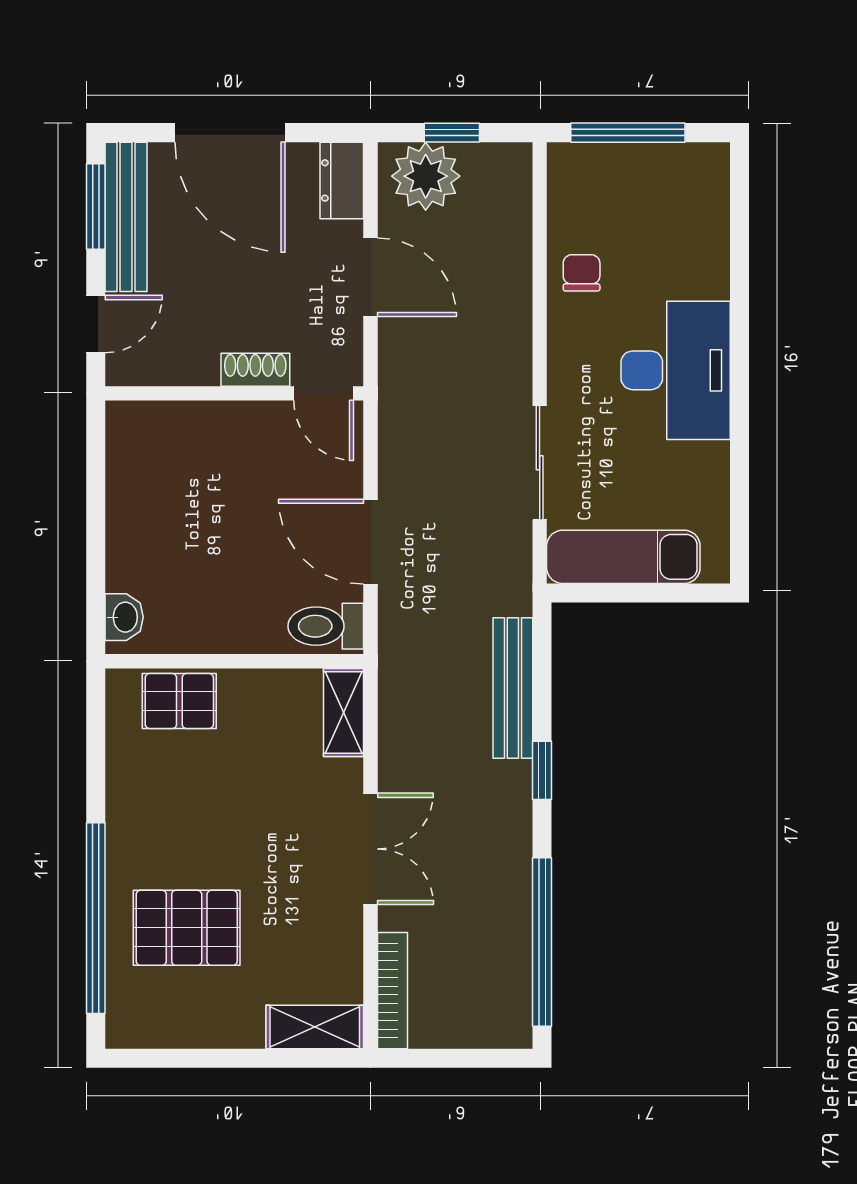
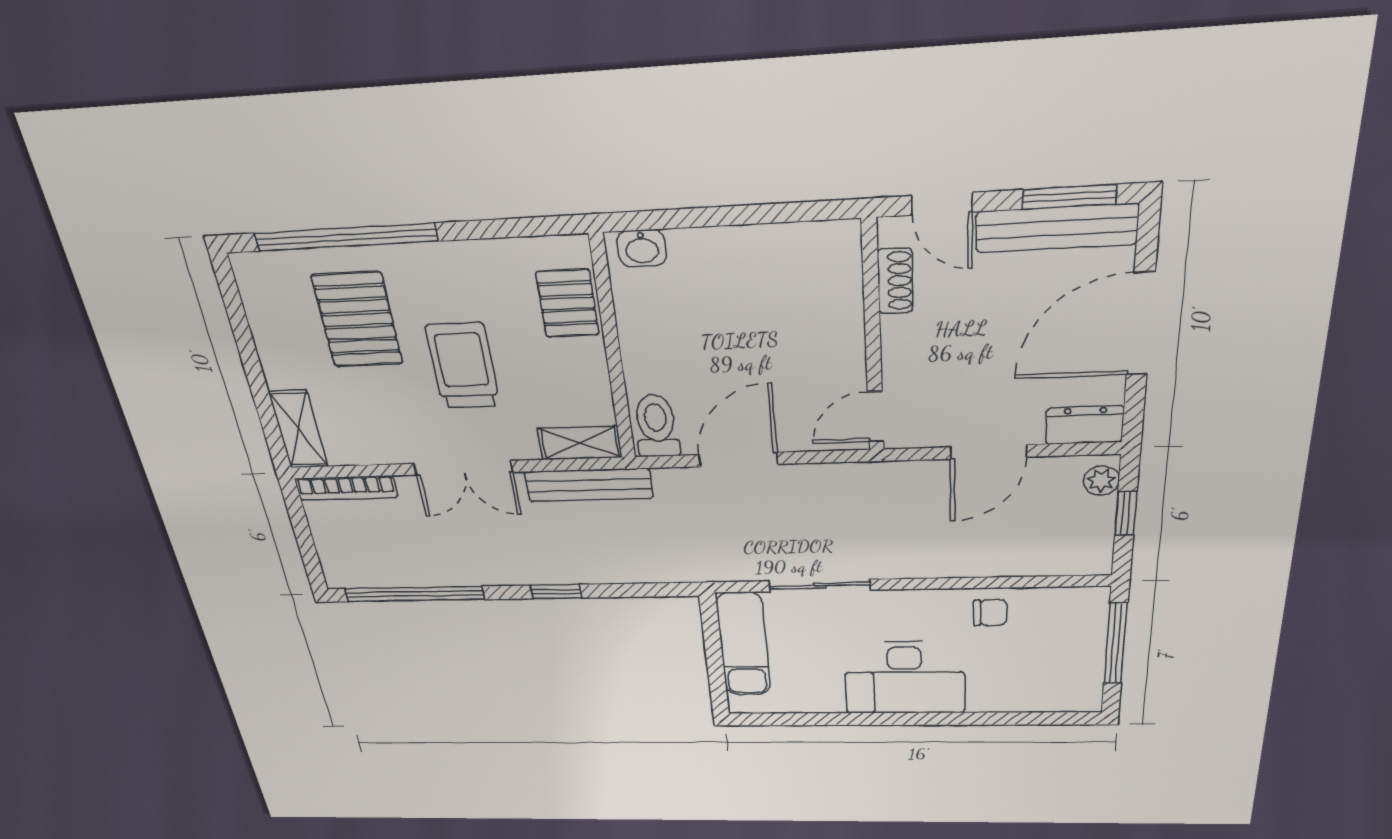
plant: (426, 176) -> (1101, 481), width x0.53, depth x0.53
shoe rack: (255, 370) -> (895, 281), moved
bench: (513, 688) -> (589, 485), moved
trolley: (245, 825) -> (463, 366), added

